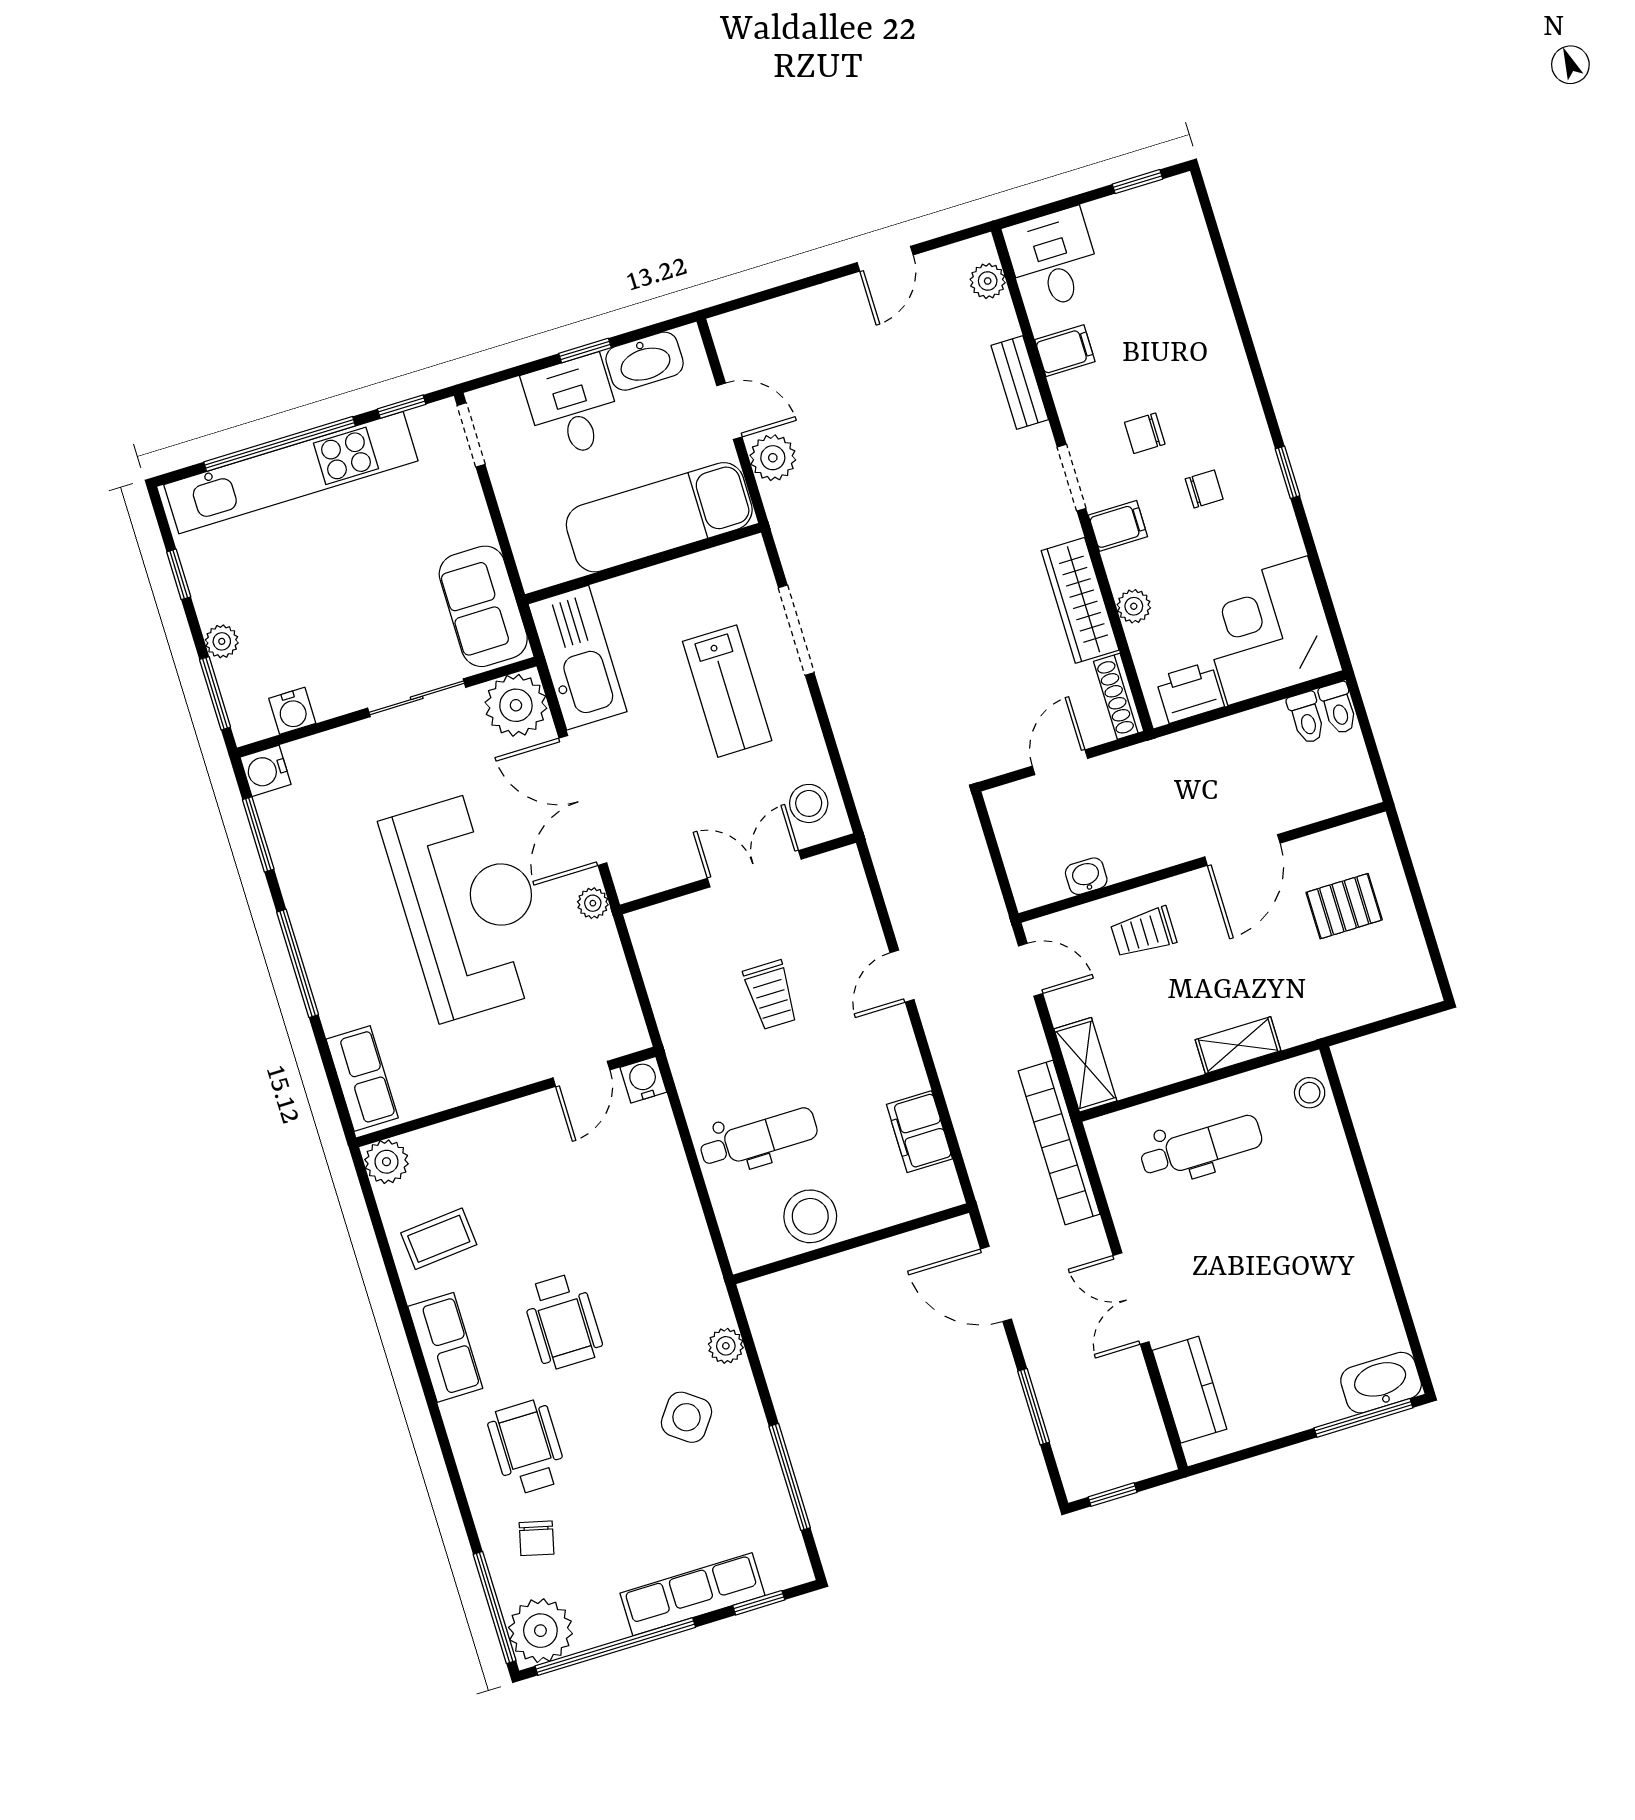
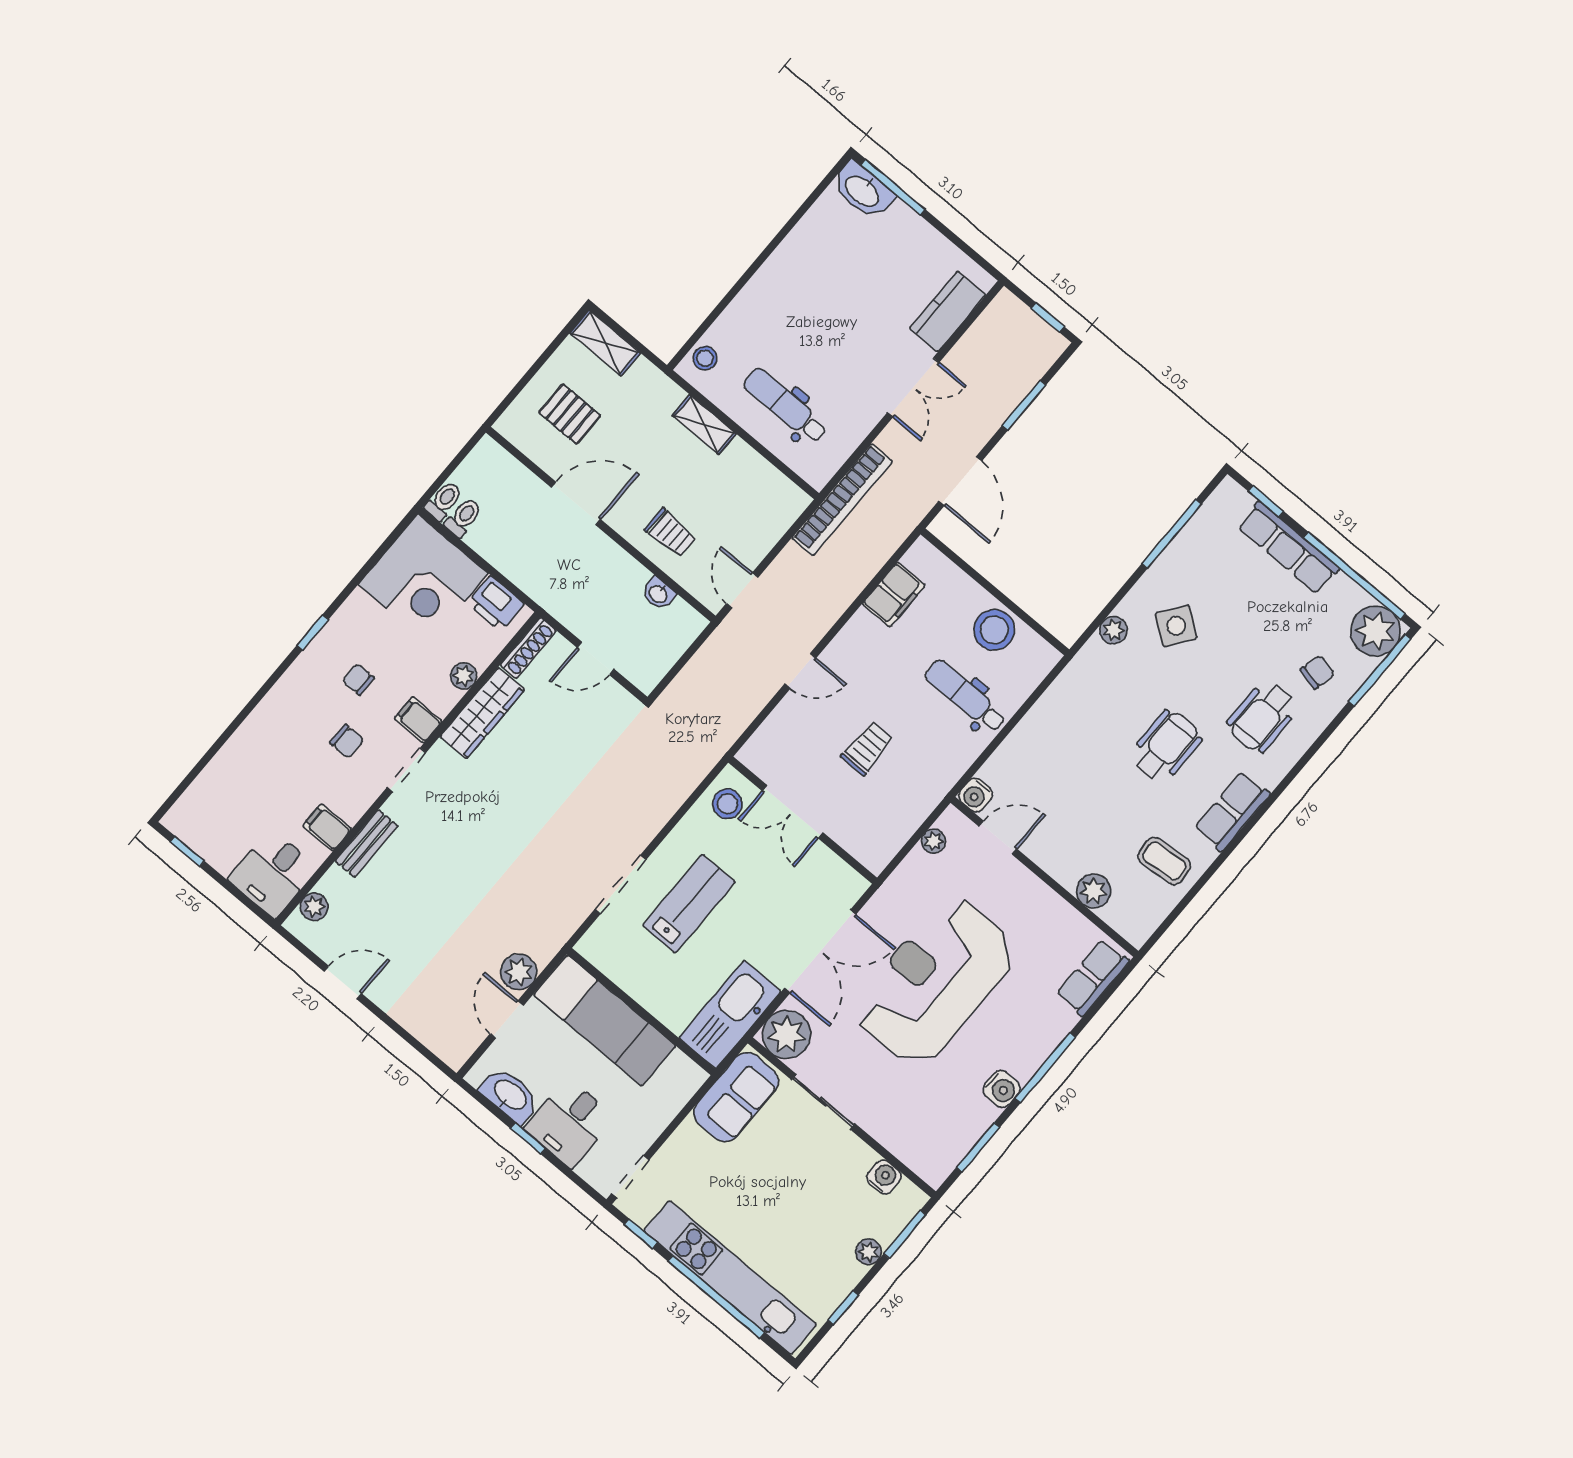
water cooler: (265, 771) -> (1002, 1089), moved
plant: (593, 903) -> (933, 841), moved
shelving: (1085, 1065) -> (605, 343), moved, turned 90
plant: (386, 1162) -> (1094, 891), moved

